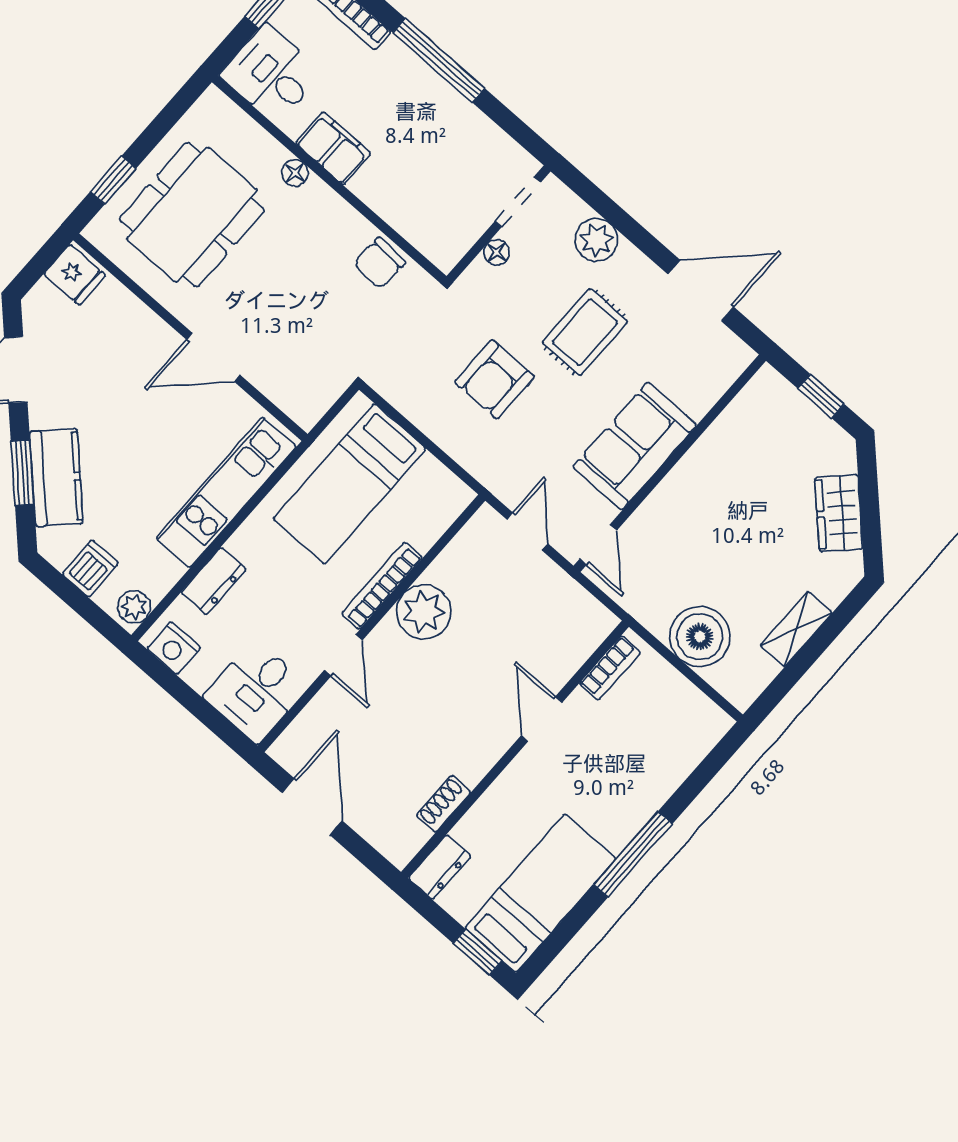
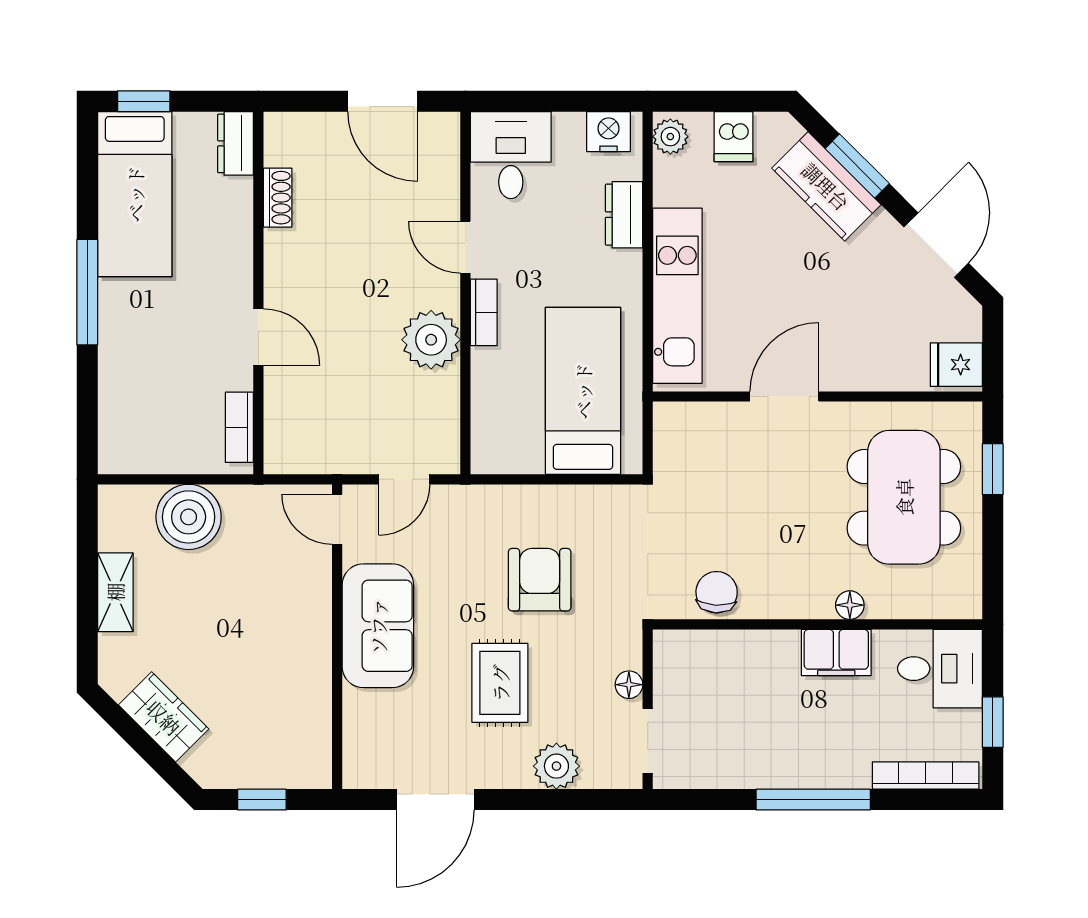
door: (527, 531) -> (404, 479), hinge flipped
bookcase: (382, 586) -> (484, 312), width x0.64

